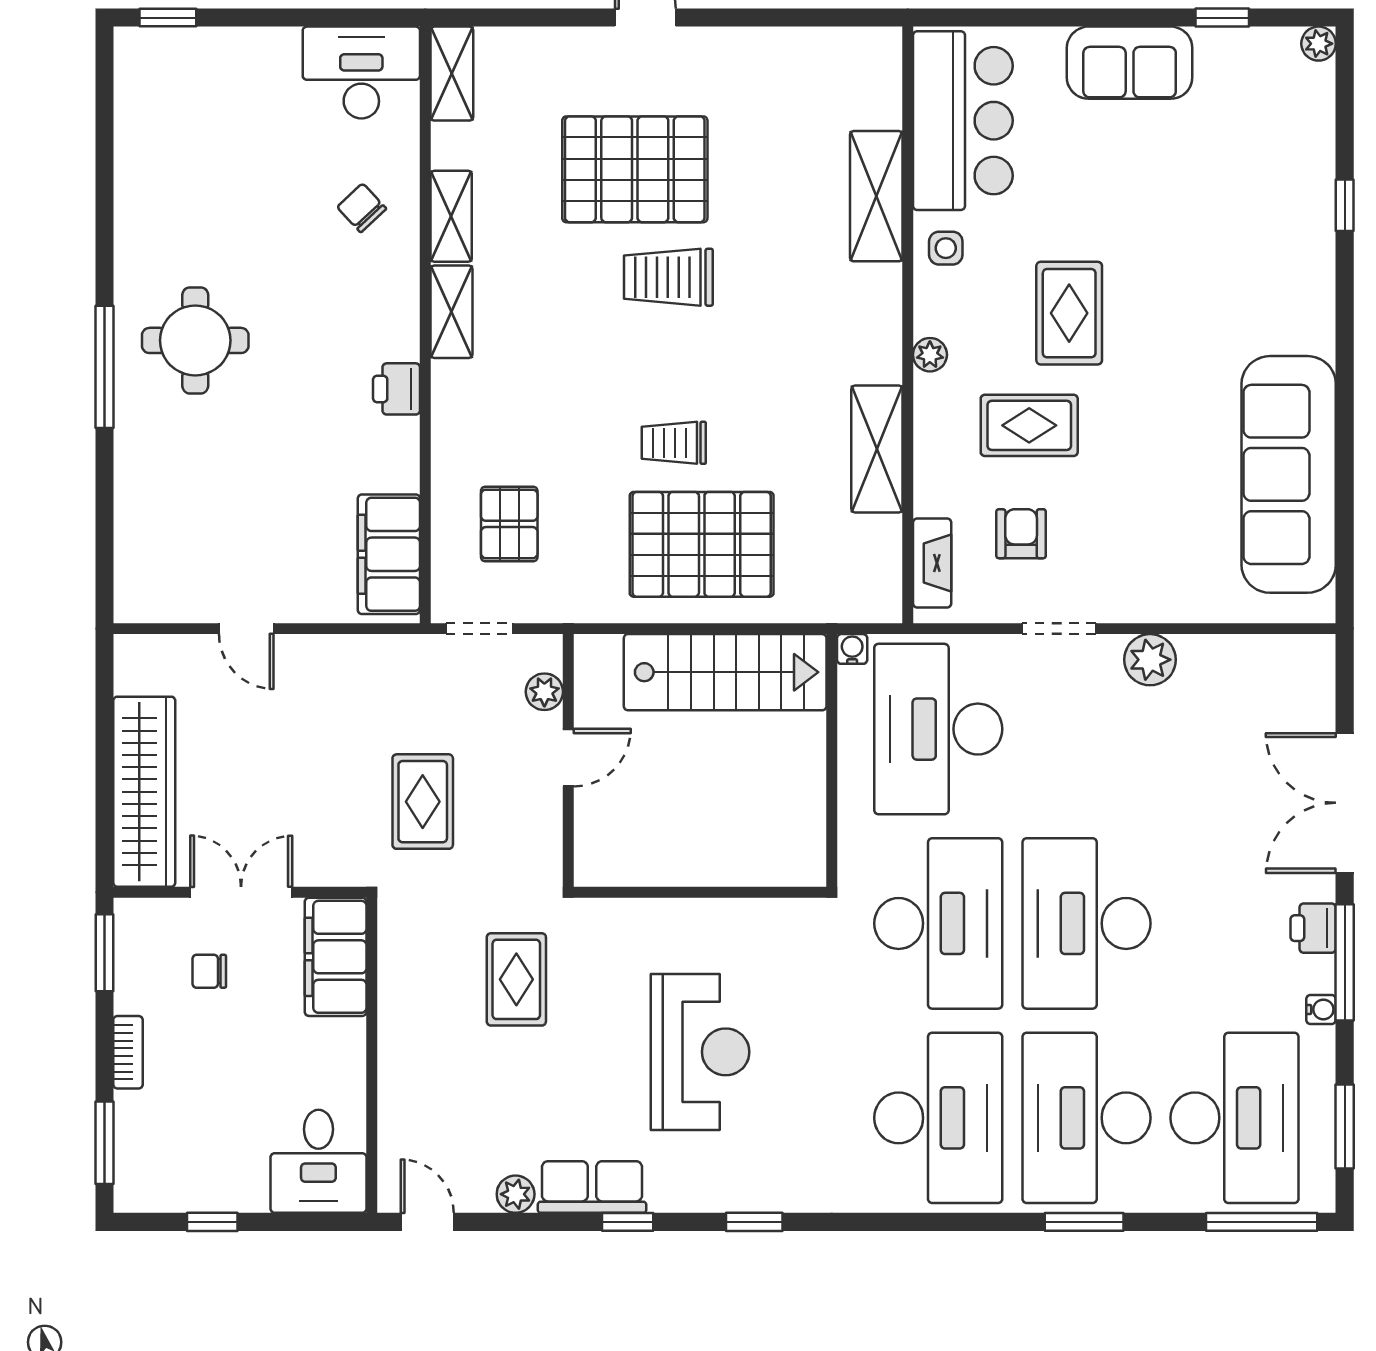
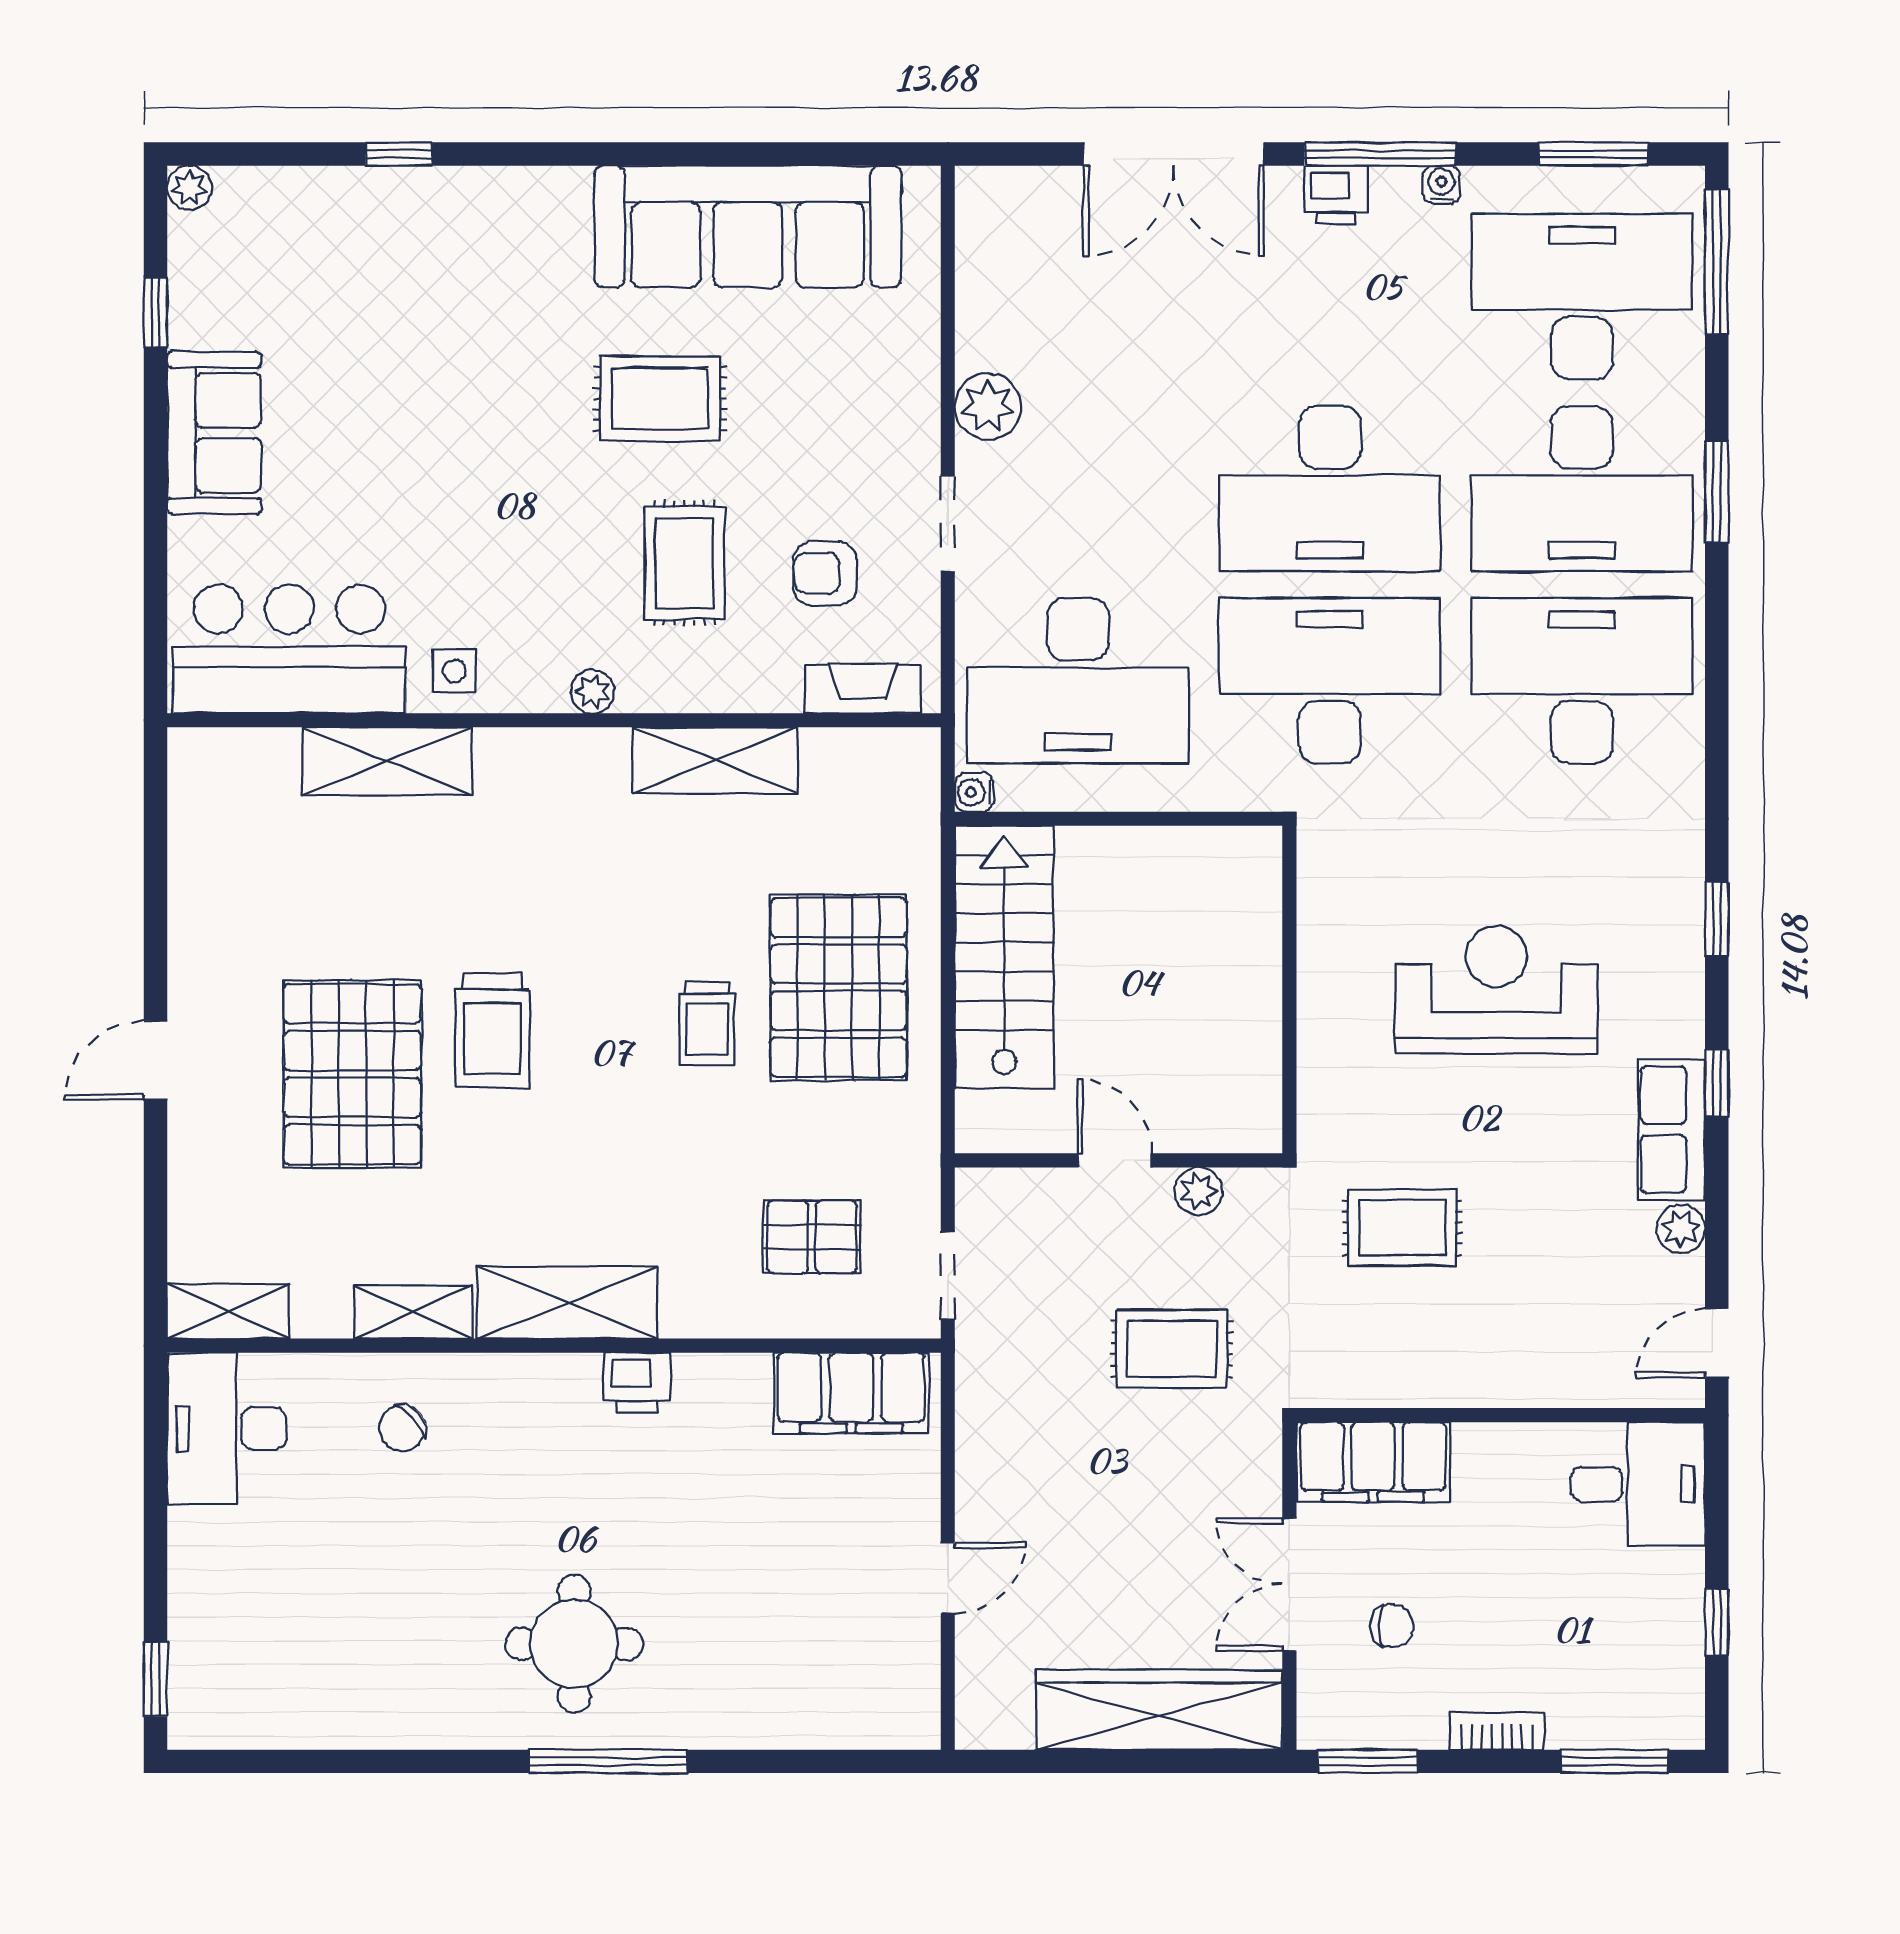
shelving: (452, 312) -> (567, 1303), width x1.50, depth x1.33
rug: (1069, 313) -> (660, 399), moved
plant: (544, 692) -> (1199, 1191), moved
chair: (209, 971) -> (1392, 1626), turned -90

